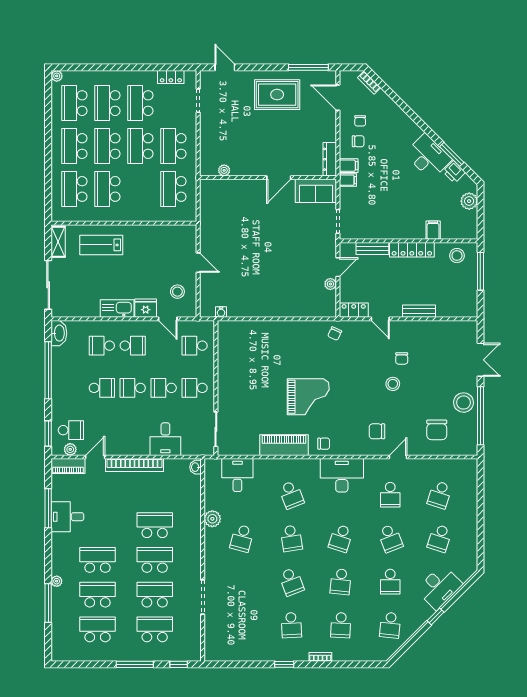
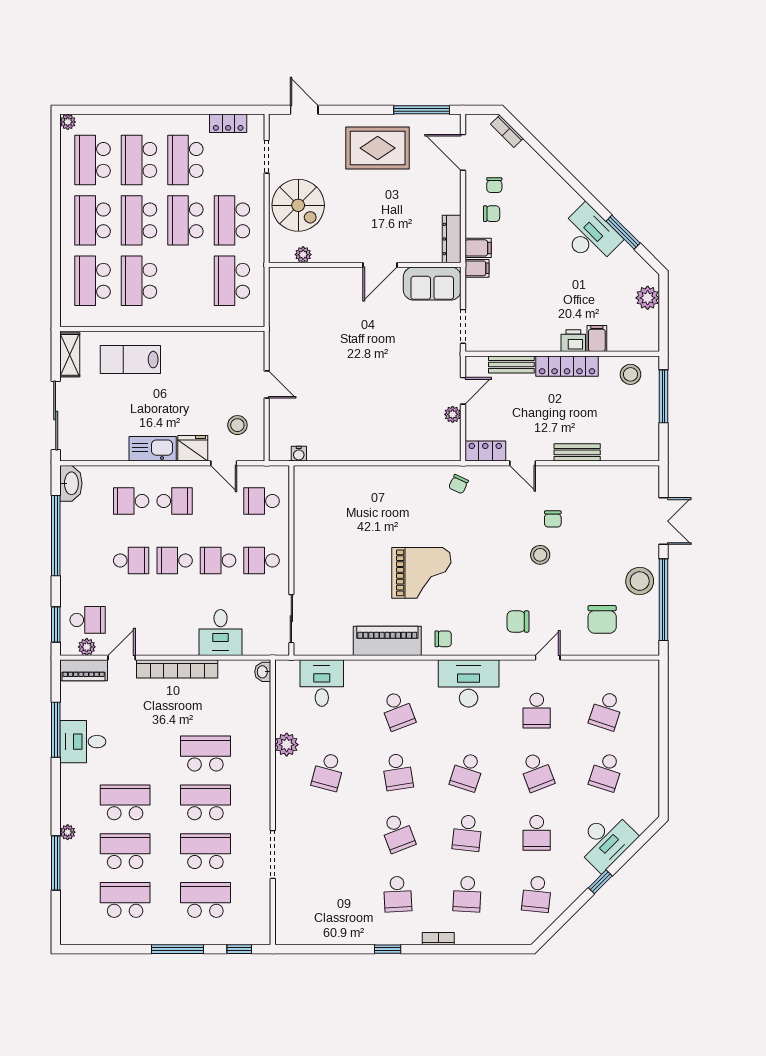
spiral stairs: (221, 135) -> (298, 205), added
printer: (454, 172) -> (573, 341), moved, turned 135

